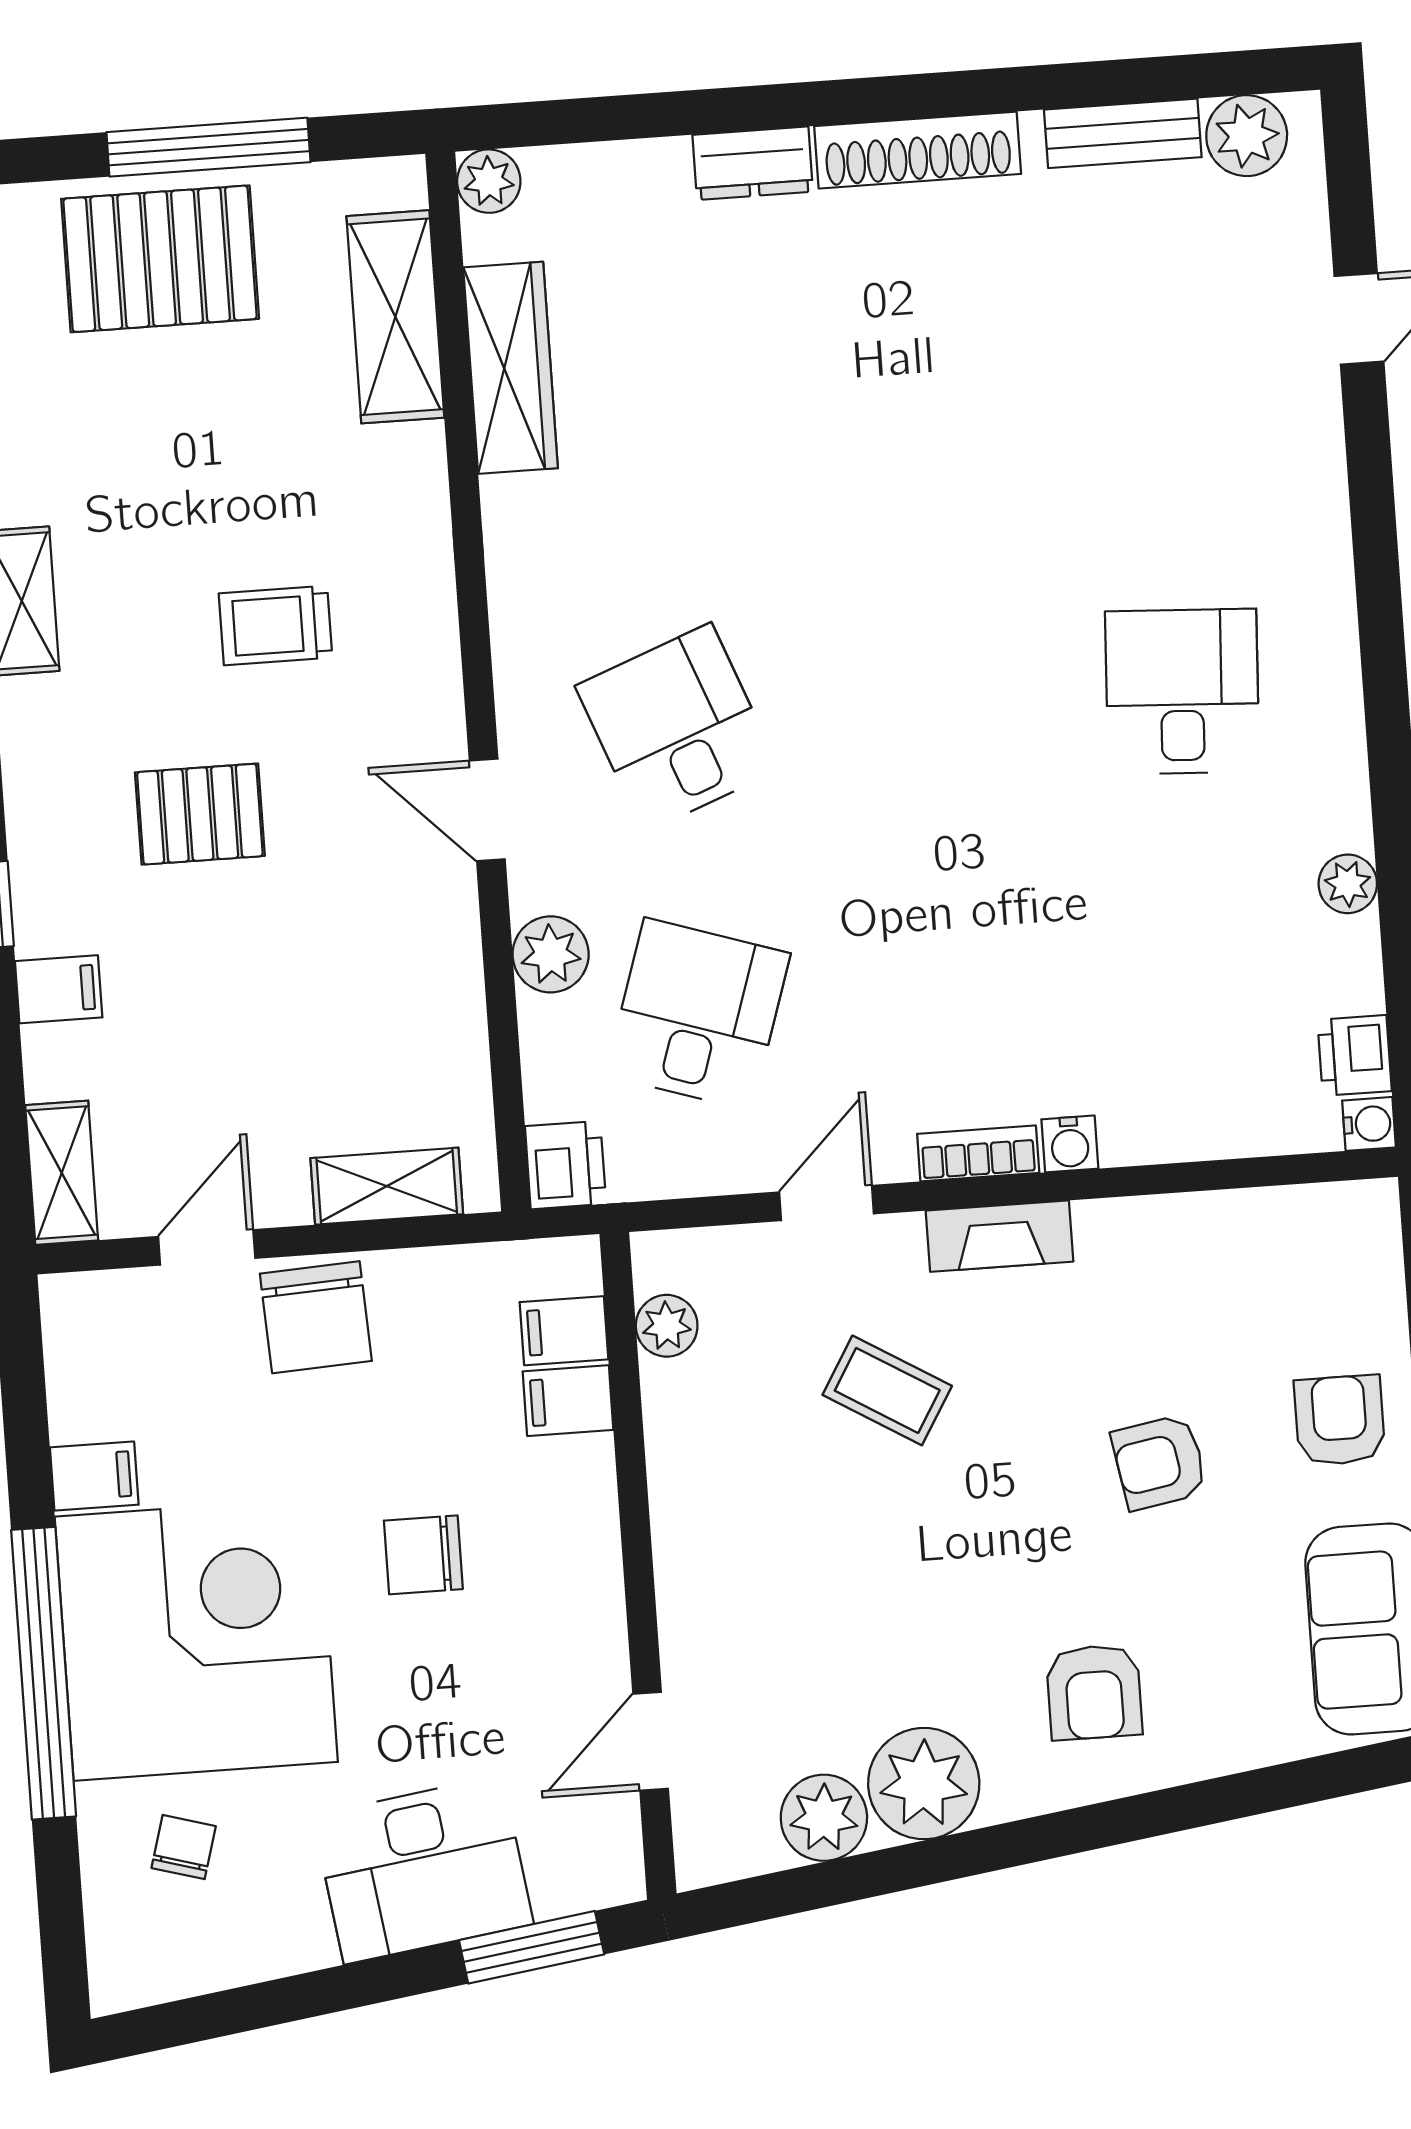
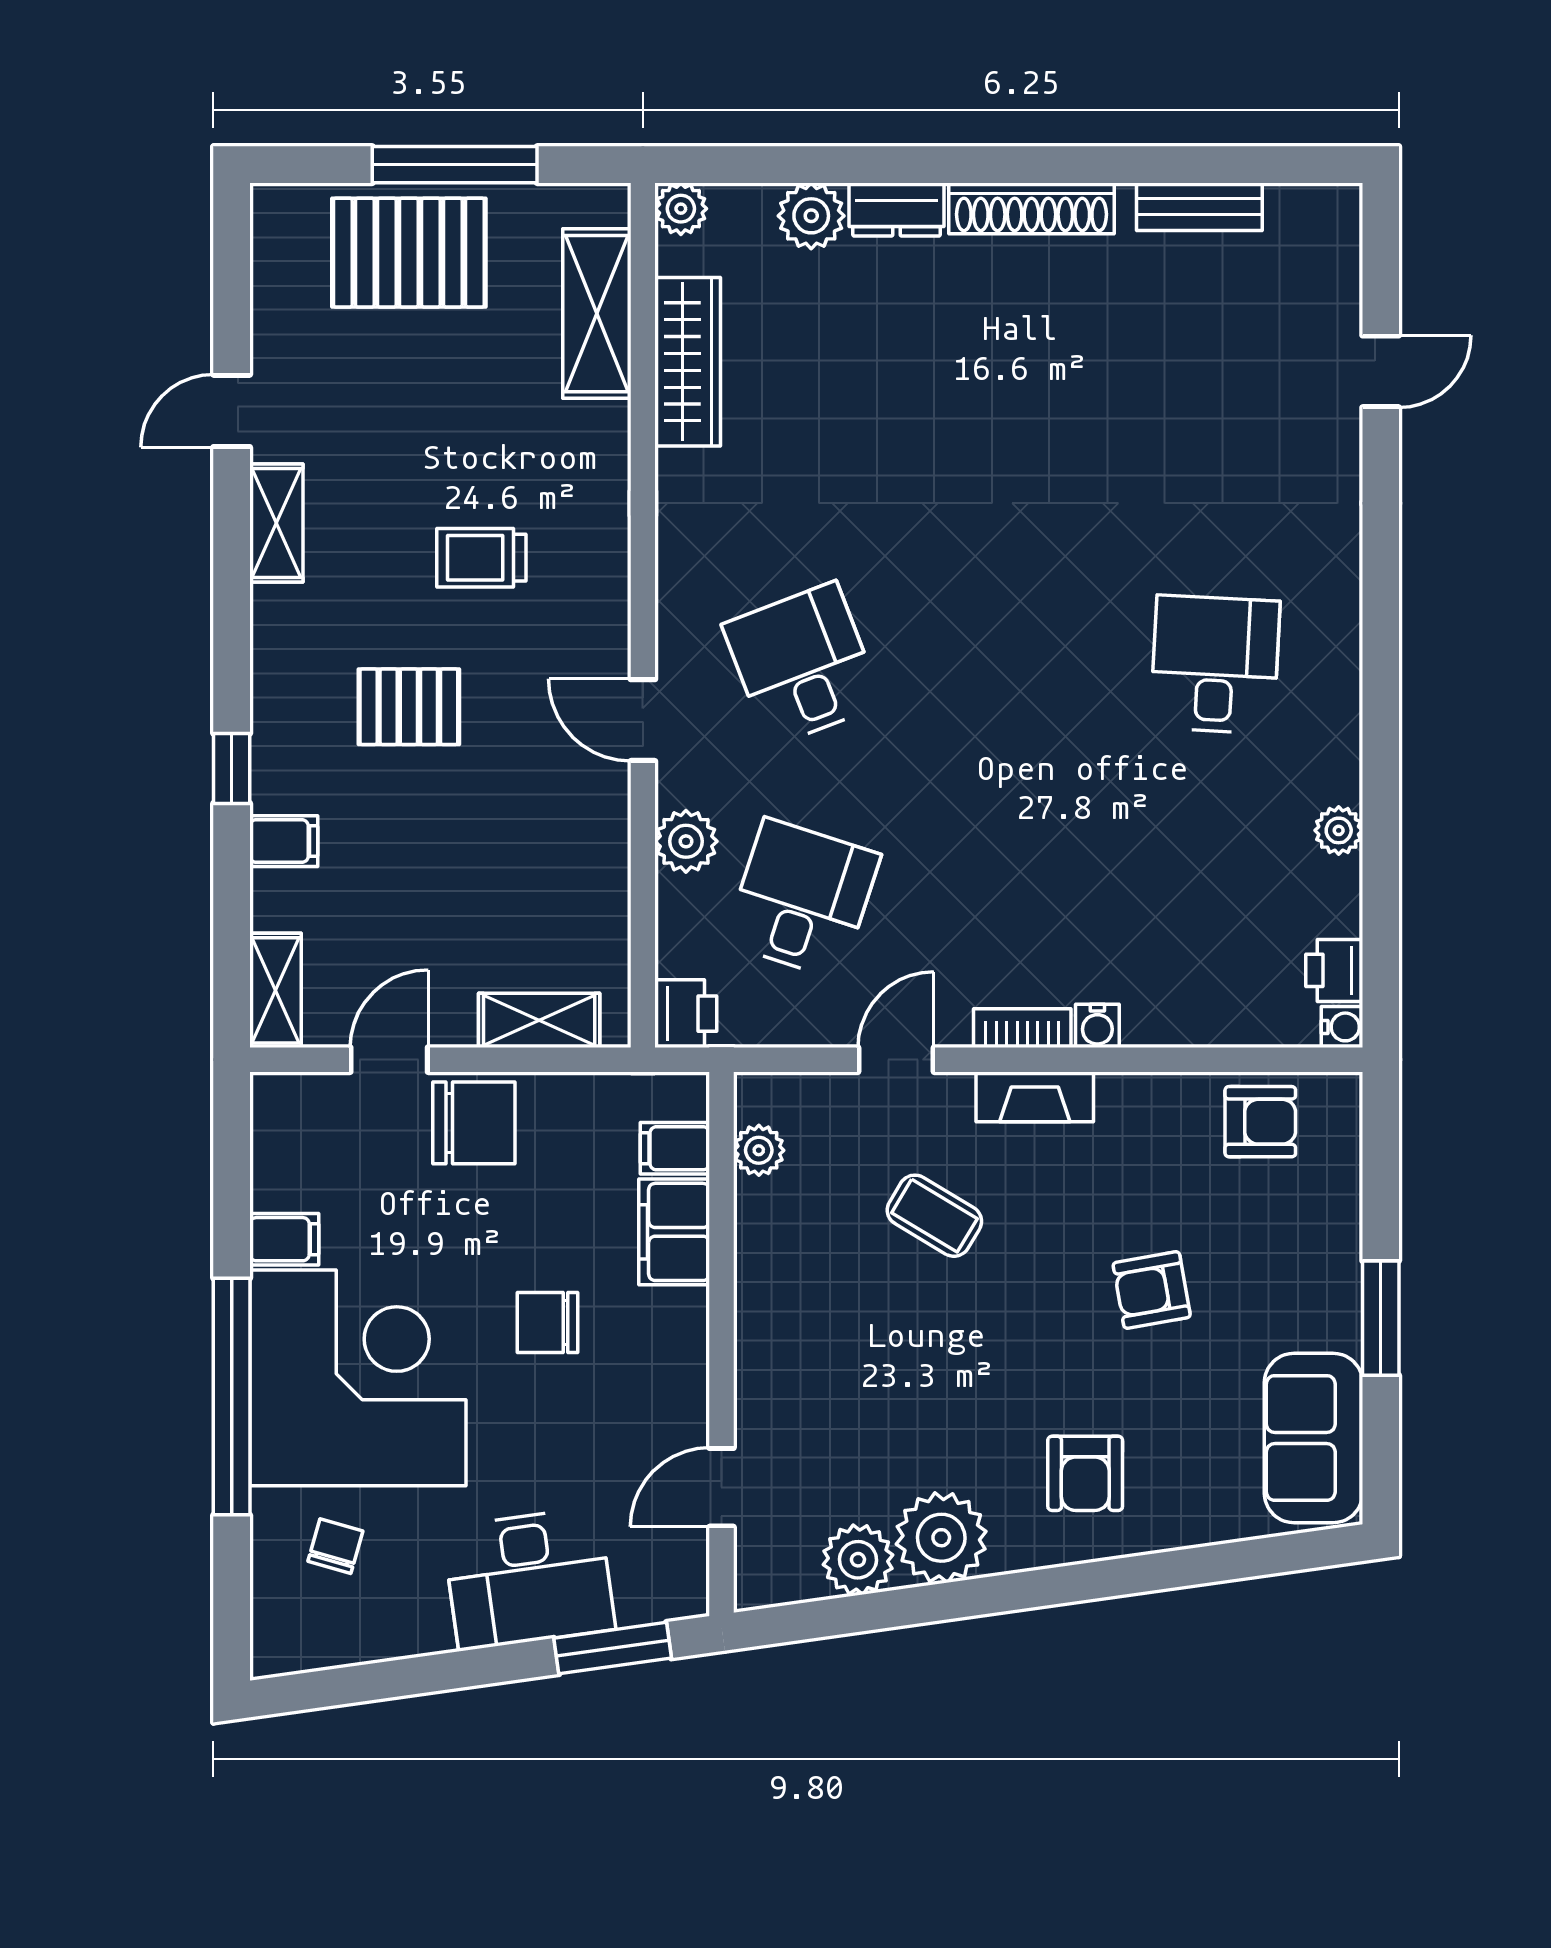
plant: (1247, 136) -> (811, 216), moved
chair: (316, 1317) -> (474, 1123), turned -87
filing cabinet: (568, 1401) -> (674, 1232), width x2.00
armchair: (1340, 1420) -> (1260, 1122), moved, turned 90

